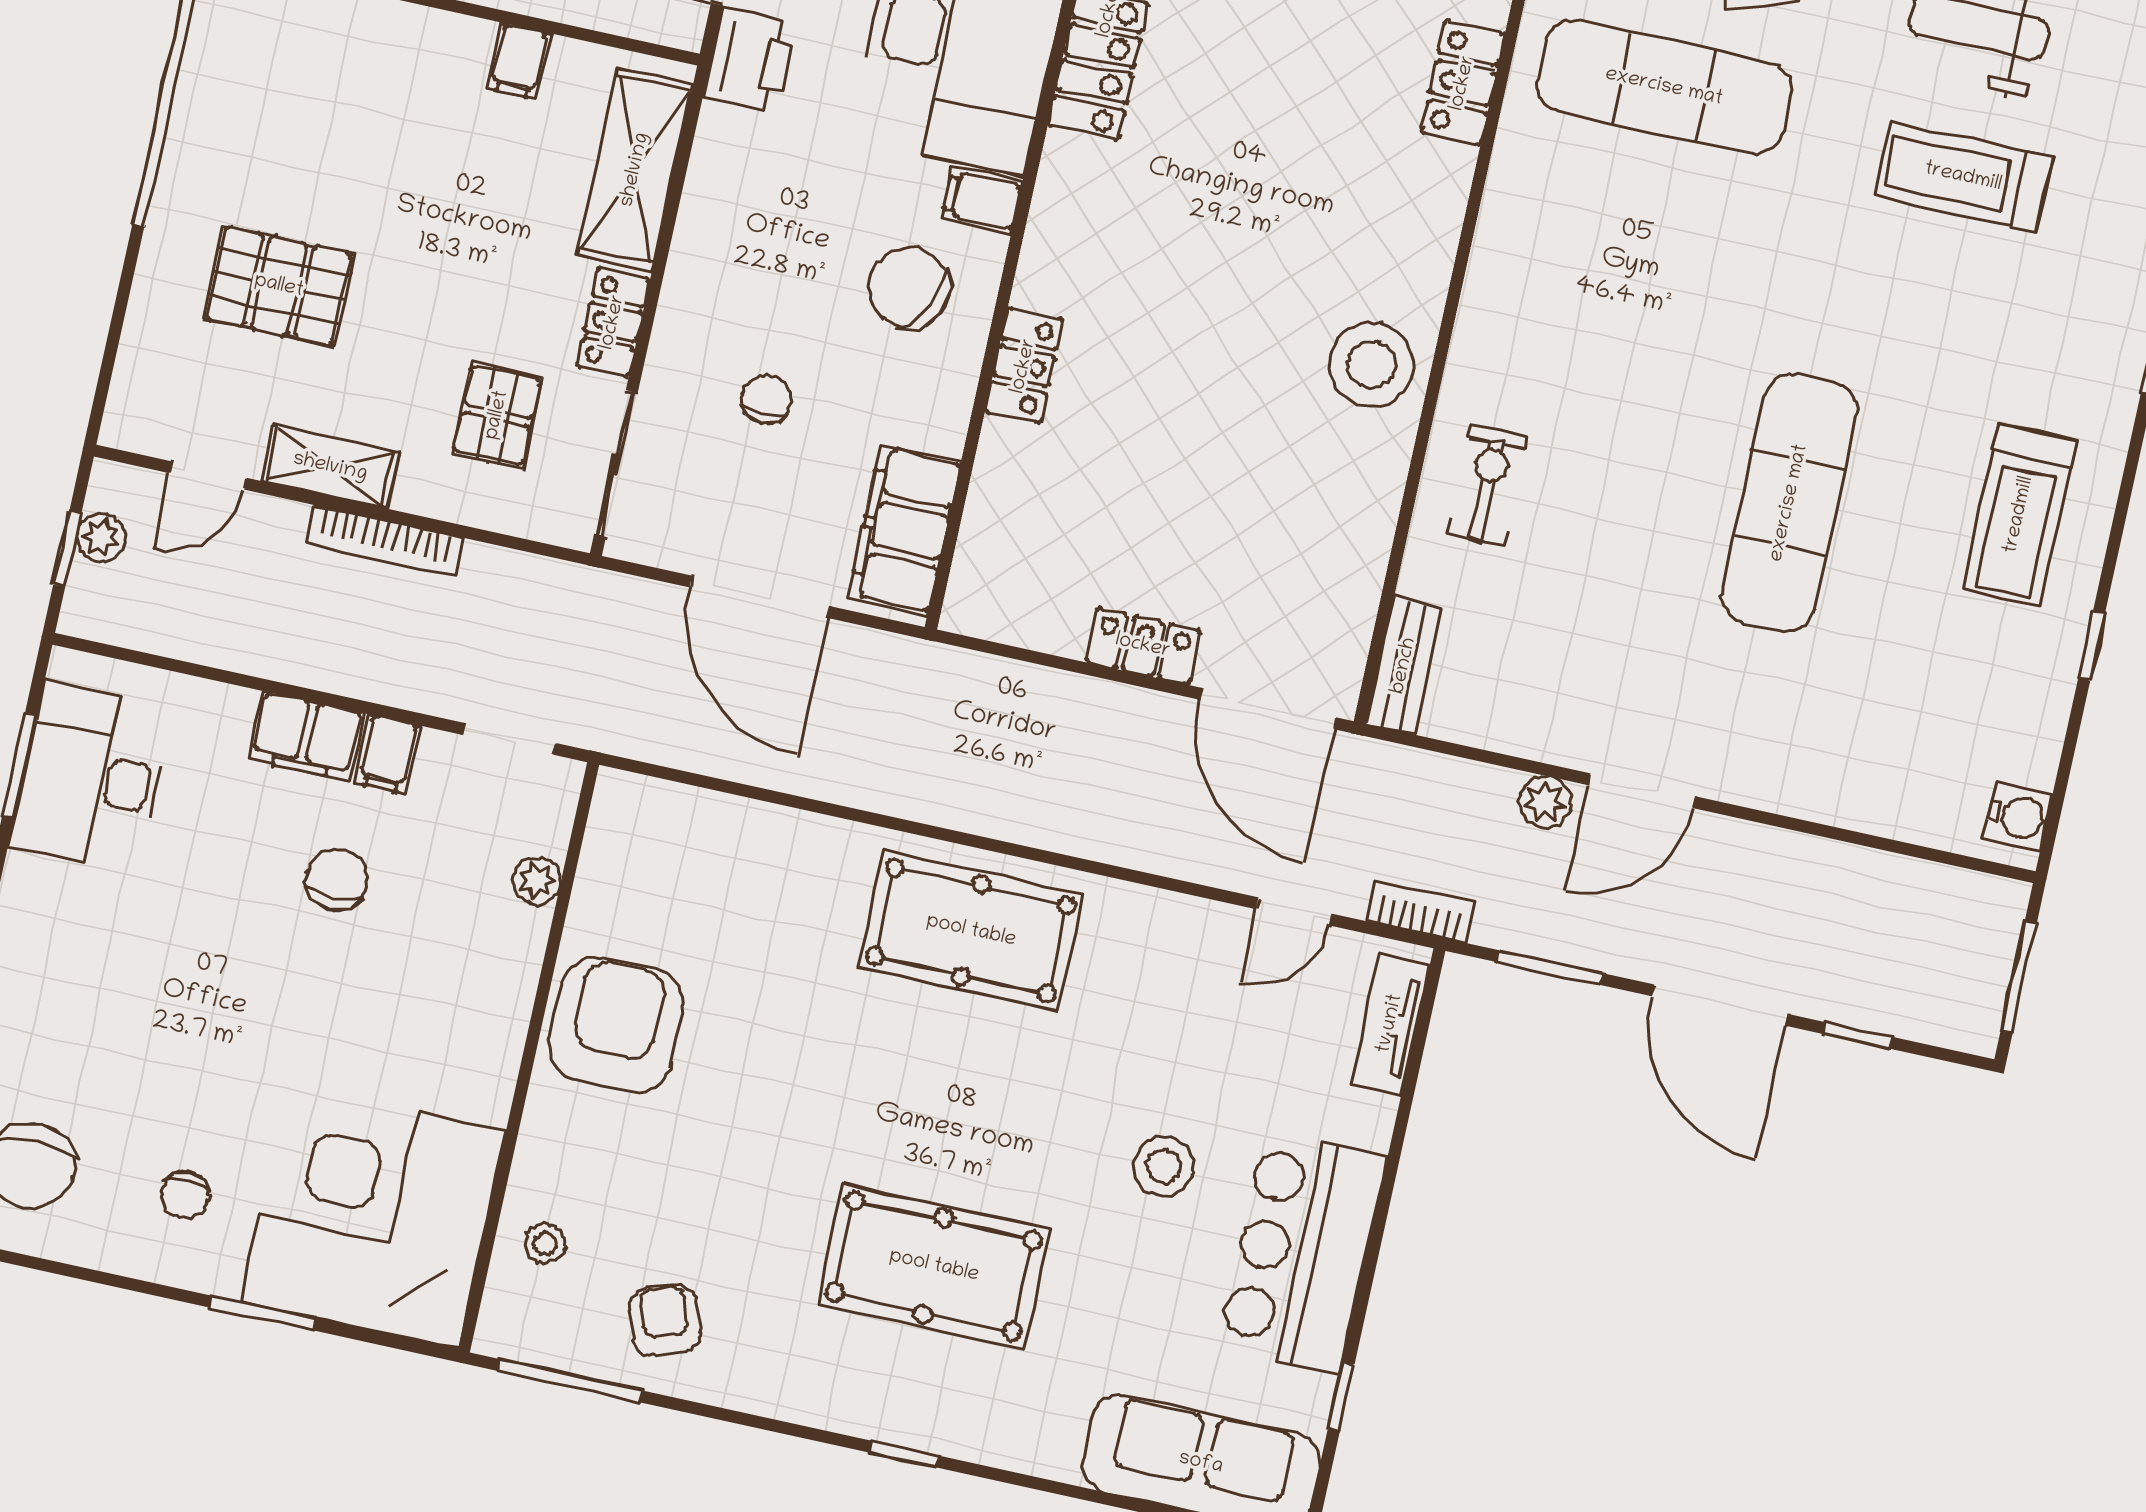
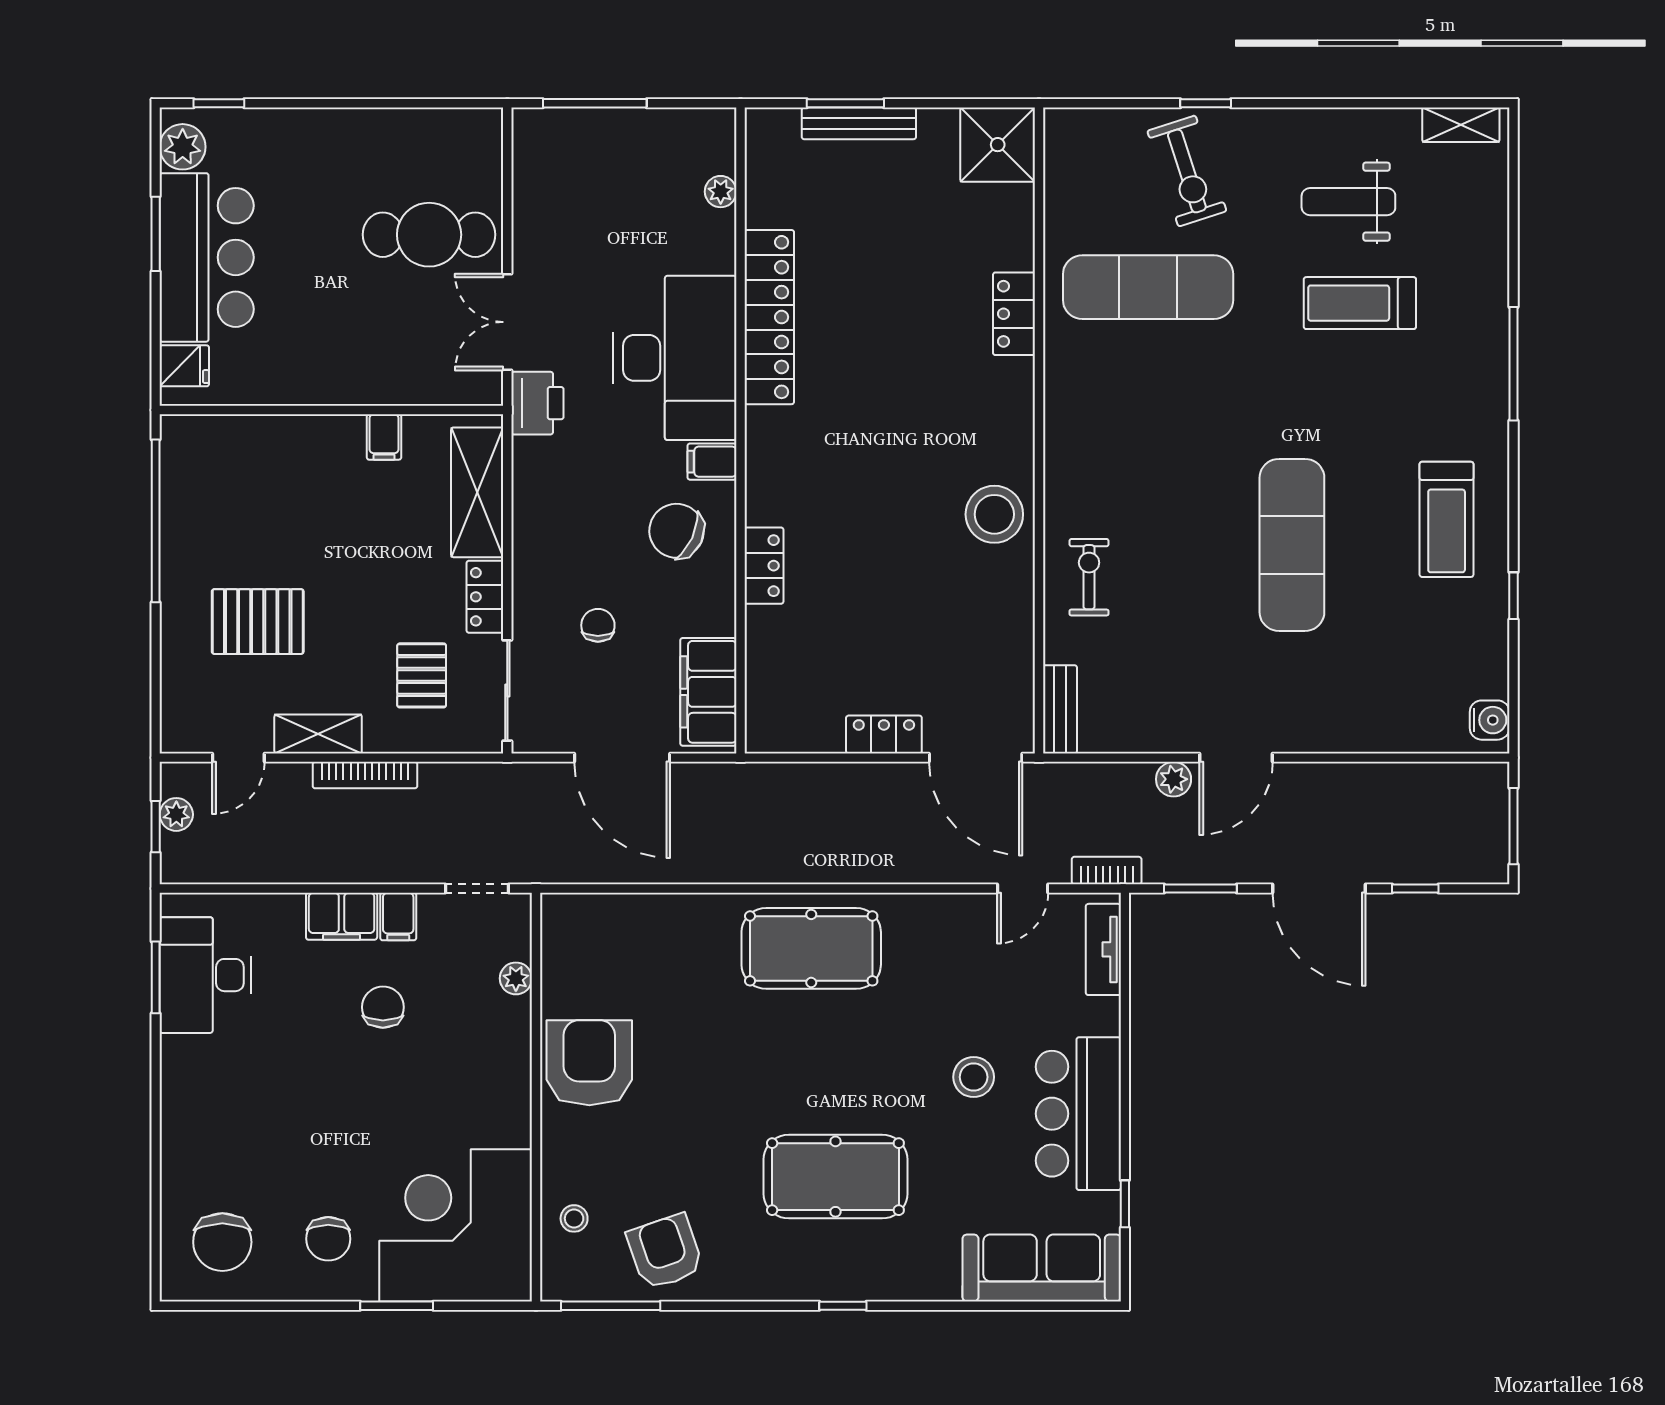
chair: (185, 1195) -> (328, 1239), width x1.37, depth x1.37
armchair: (665, 1320) -> (665, 1252), width x1.38, depth x1.38

